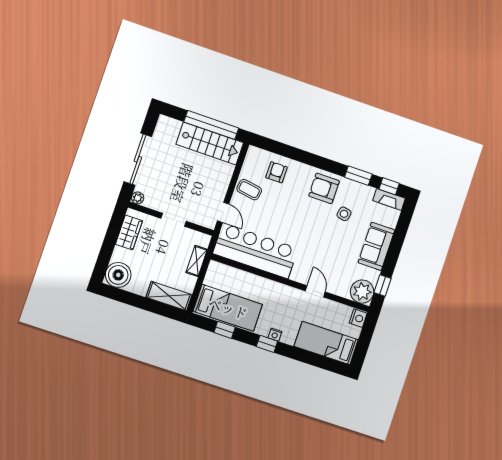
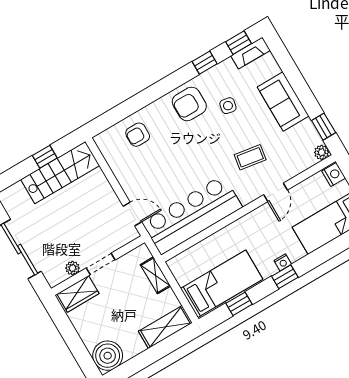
window: (211, 125) -> (45, 157), width x0.32
armchair: (276, 172) -> (138, 135), turned -90
window: (358, 176) -> (205, 63), width x0.67
coffee table: (249, 190) -> (250, 157), moved
plant: (138, 198) -> (72, 268), moved
wardrobe: (129, 233) -> (78, 294), moved, turned 90
door: (315, 291) -> (276, 192), swing flipped
plant: (362, 292) -> (322, 152), width x0.53, depth x0.53

